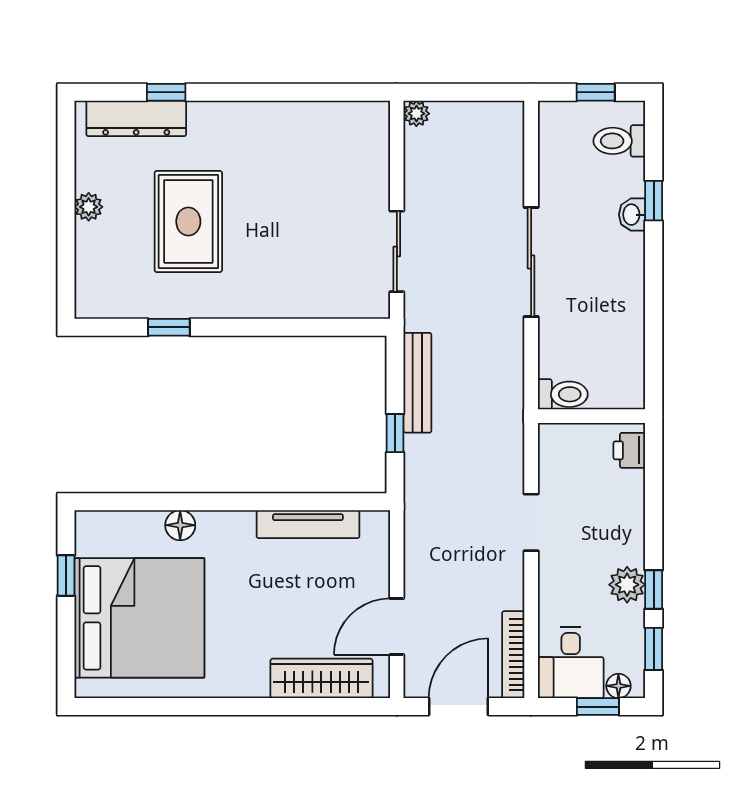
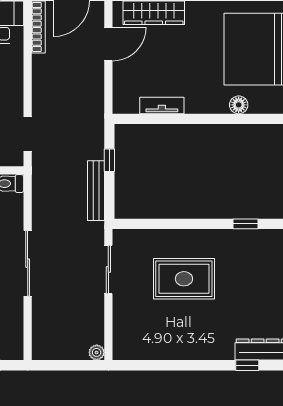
rug: (188, 221) -> (184, 279), moved, turned 90
doorway: (531, 522) -> (28, 134), moved
tv unit: (308, 524) -> (162, 106), width x0.71

